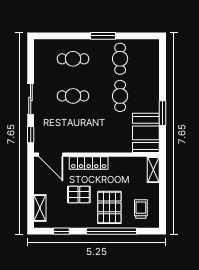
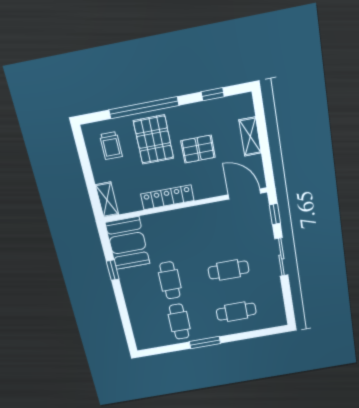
window: (162, 113) -> (113, 270), width x0.67
locker: (89, 163) -> (167, 197), moved
shelving: (40, 208) -> (250, 136), moved

